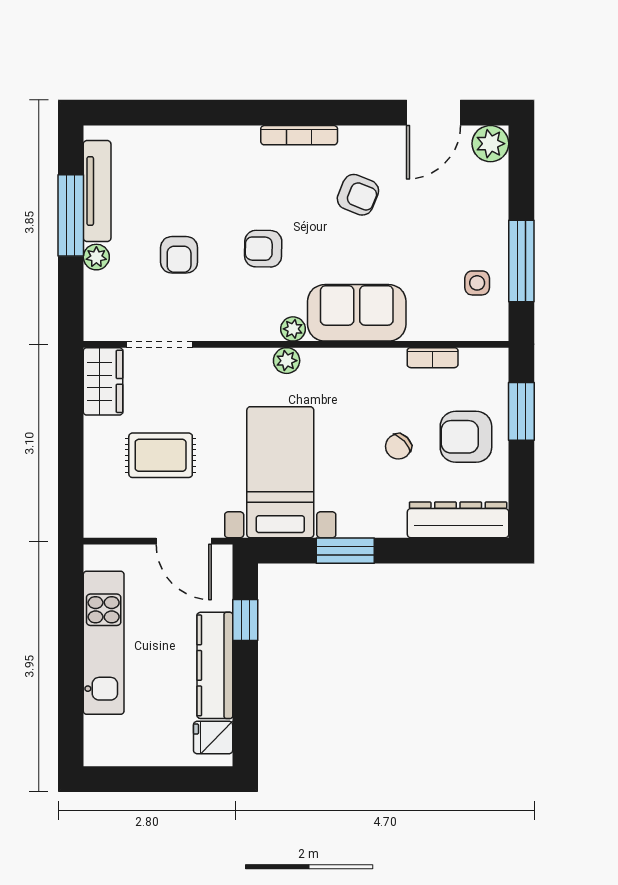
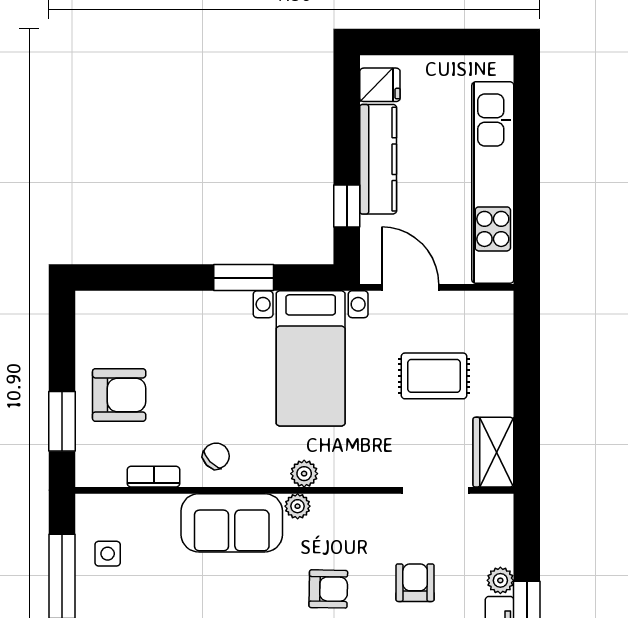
chair: (398, 446) -> (216, 456), moved
dresser: (458, 520) -> (127, 309), removed
kitchen unit: (104, 643) -> (493, 183), width x1.36

